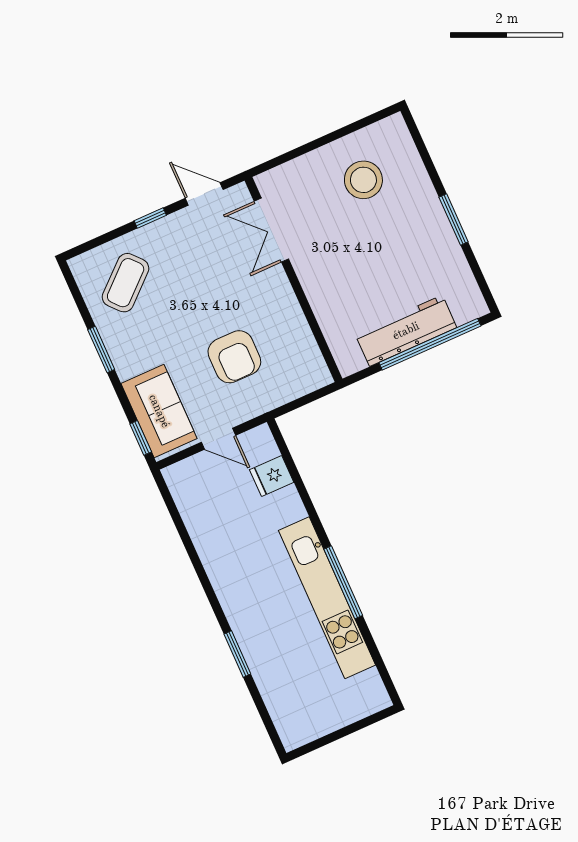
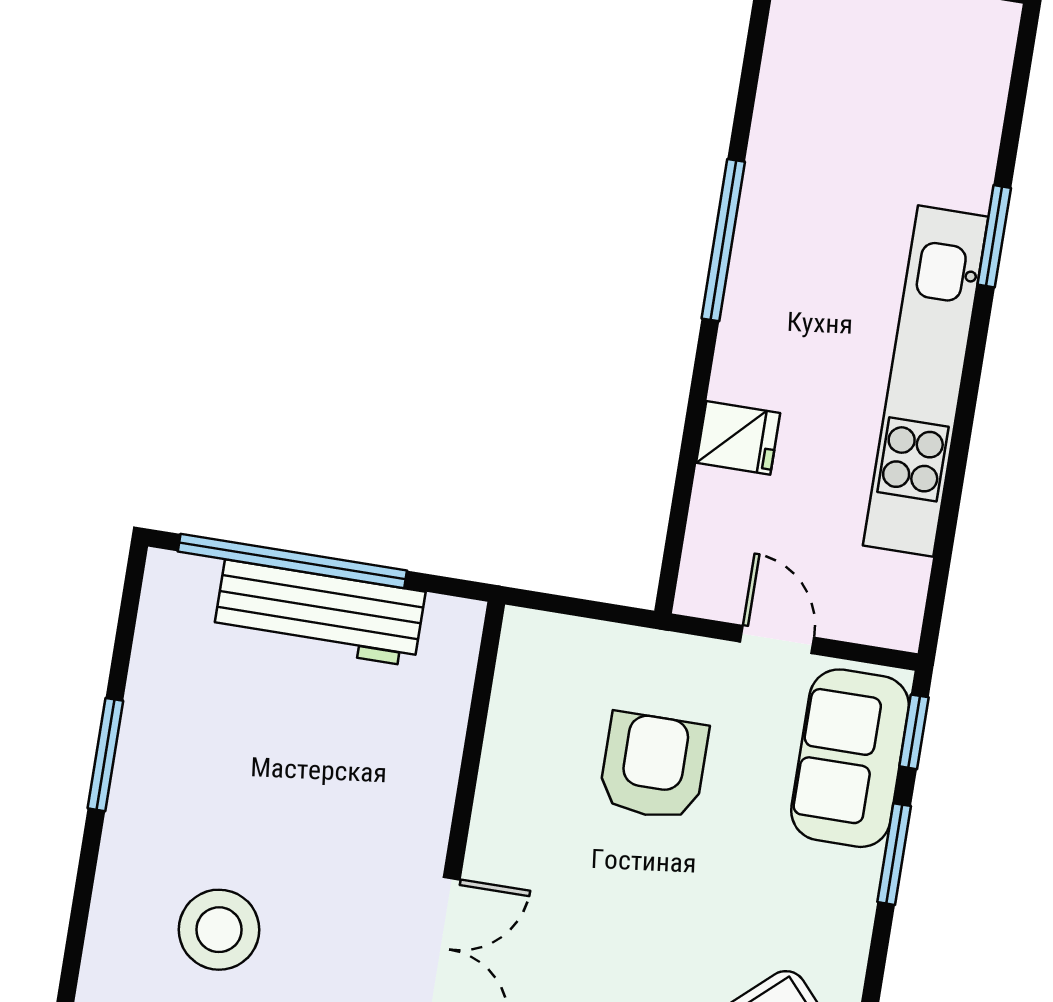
window: (101, 350) -> (894, 854), moved
fridge: (272, 476) -> (738, 438), moved
kitchen unit: (327, 598) -> (926, 381), moved, turned 180

